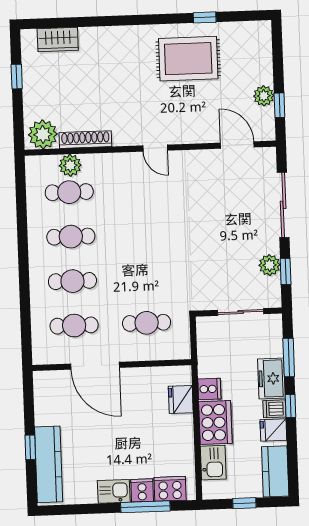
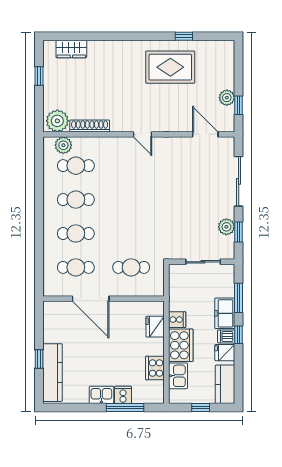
plant: (70, 165) -> (63, 145), moved
cooker: (170, 489) -> (155, 368), moved, turned -90

